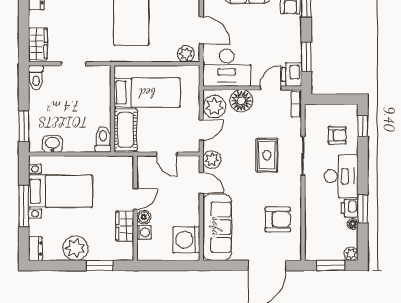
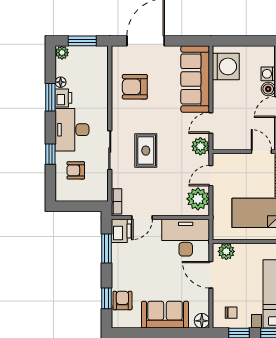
floor lamp: (241, 101) -> (171, 205), removed
window: (363, 126) -> (50, 154), moved
door: (167, 154) -> (261, 152), moved
door: (201, 183) -> (211, 123), hinge flipped

